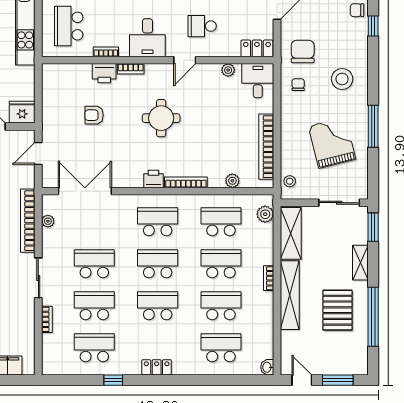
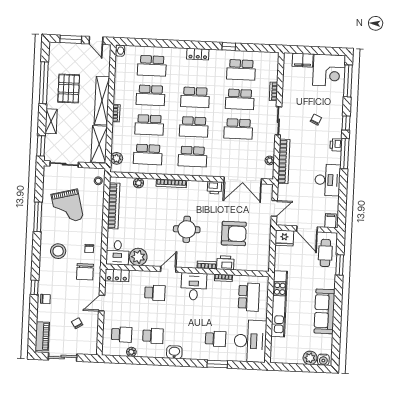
plant: (228, 70) -> (138, 257), width x1.87, depth x1.87
armchair: (94, 115) -> (234, 234), width x1.88, depth x1.88
printer: (153, 179) -> (214, 188), moved

